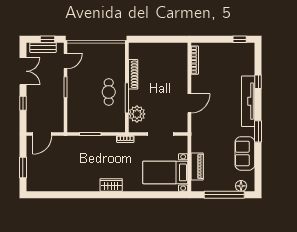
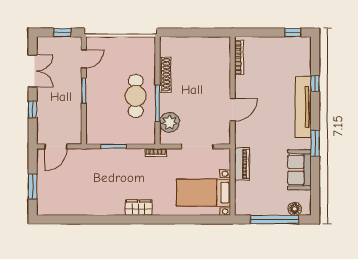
bench: (43, 48) -> (57, 43), removed
cafe table: (109, 92) -> (136, 96), width x1.37, depth x1.35
piano: (197, 166) -> (242, 164), moved

